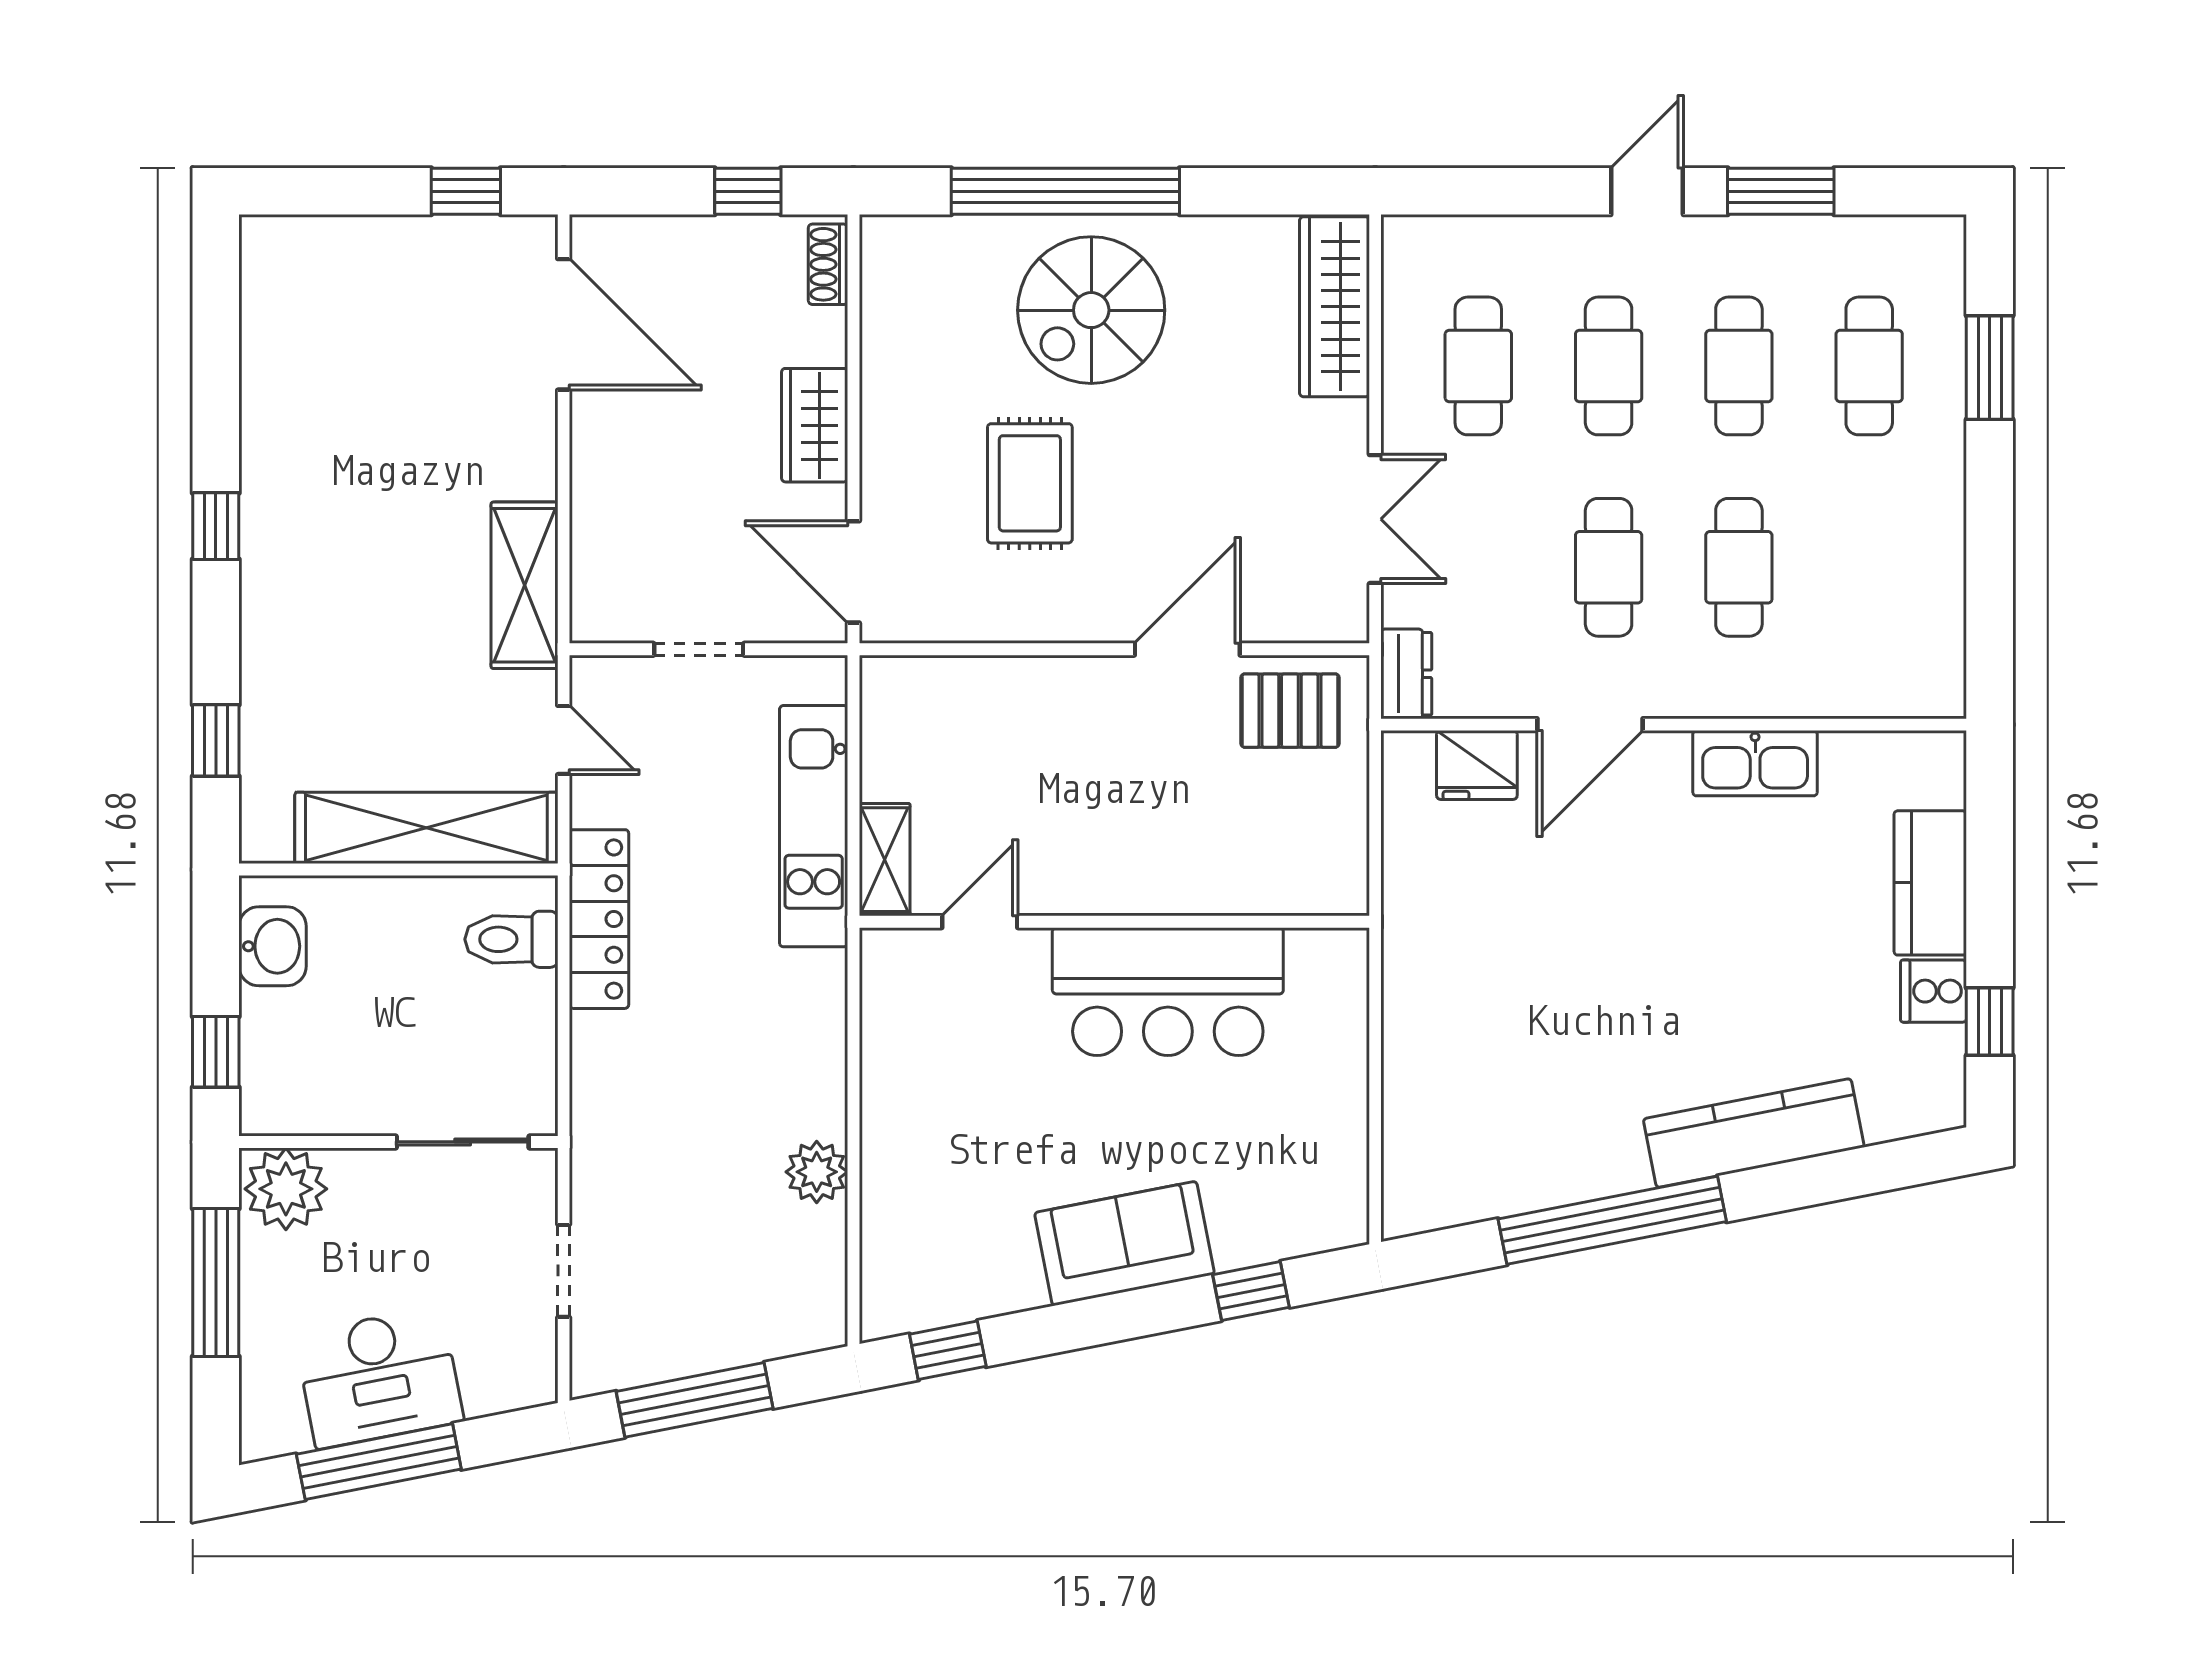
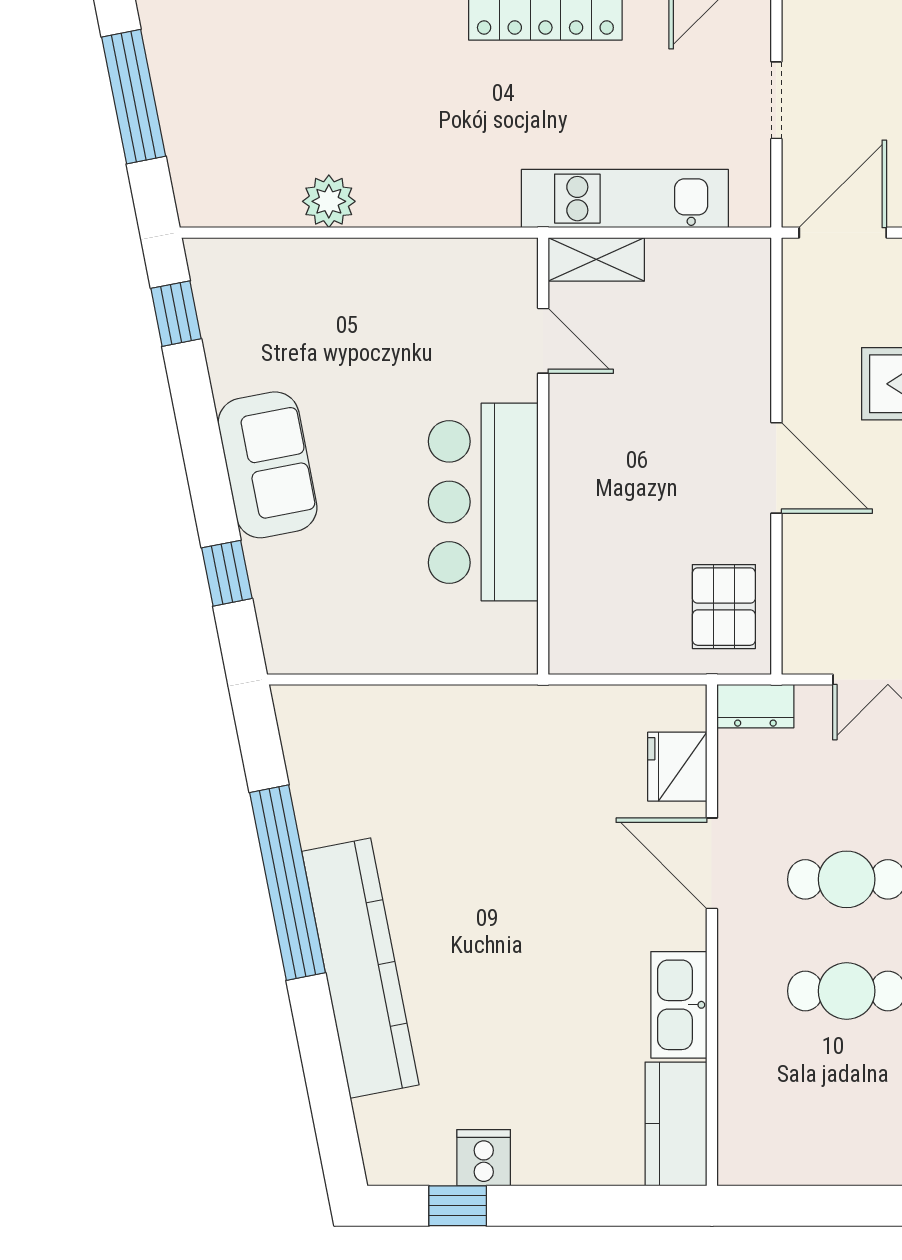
door: (1187, 649) -> (776, 468), moved
kitchen counter: (1930, 883) -> (676, 1124), moved, turned -90
kitchen counter: (1754, 1133) -> (360, 968), width x1.39, depth x1.17

